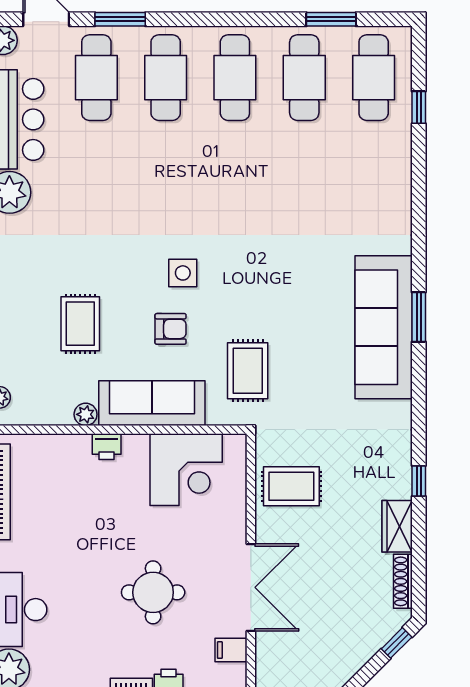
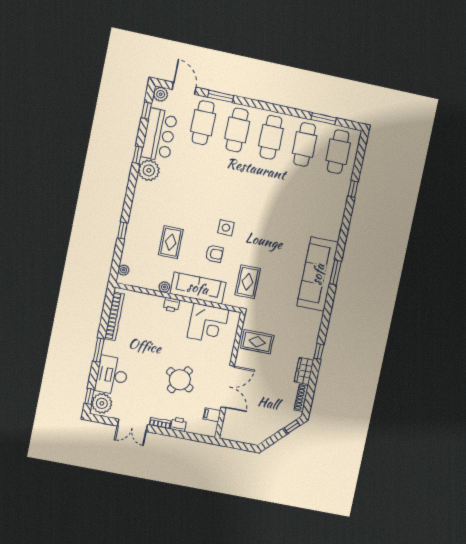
window: (419, 107) -> (353, 189), moved
round table: (153, 592) -> (180, 380), turned 31

